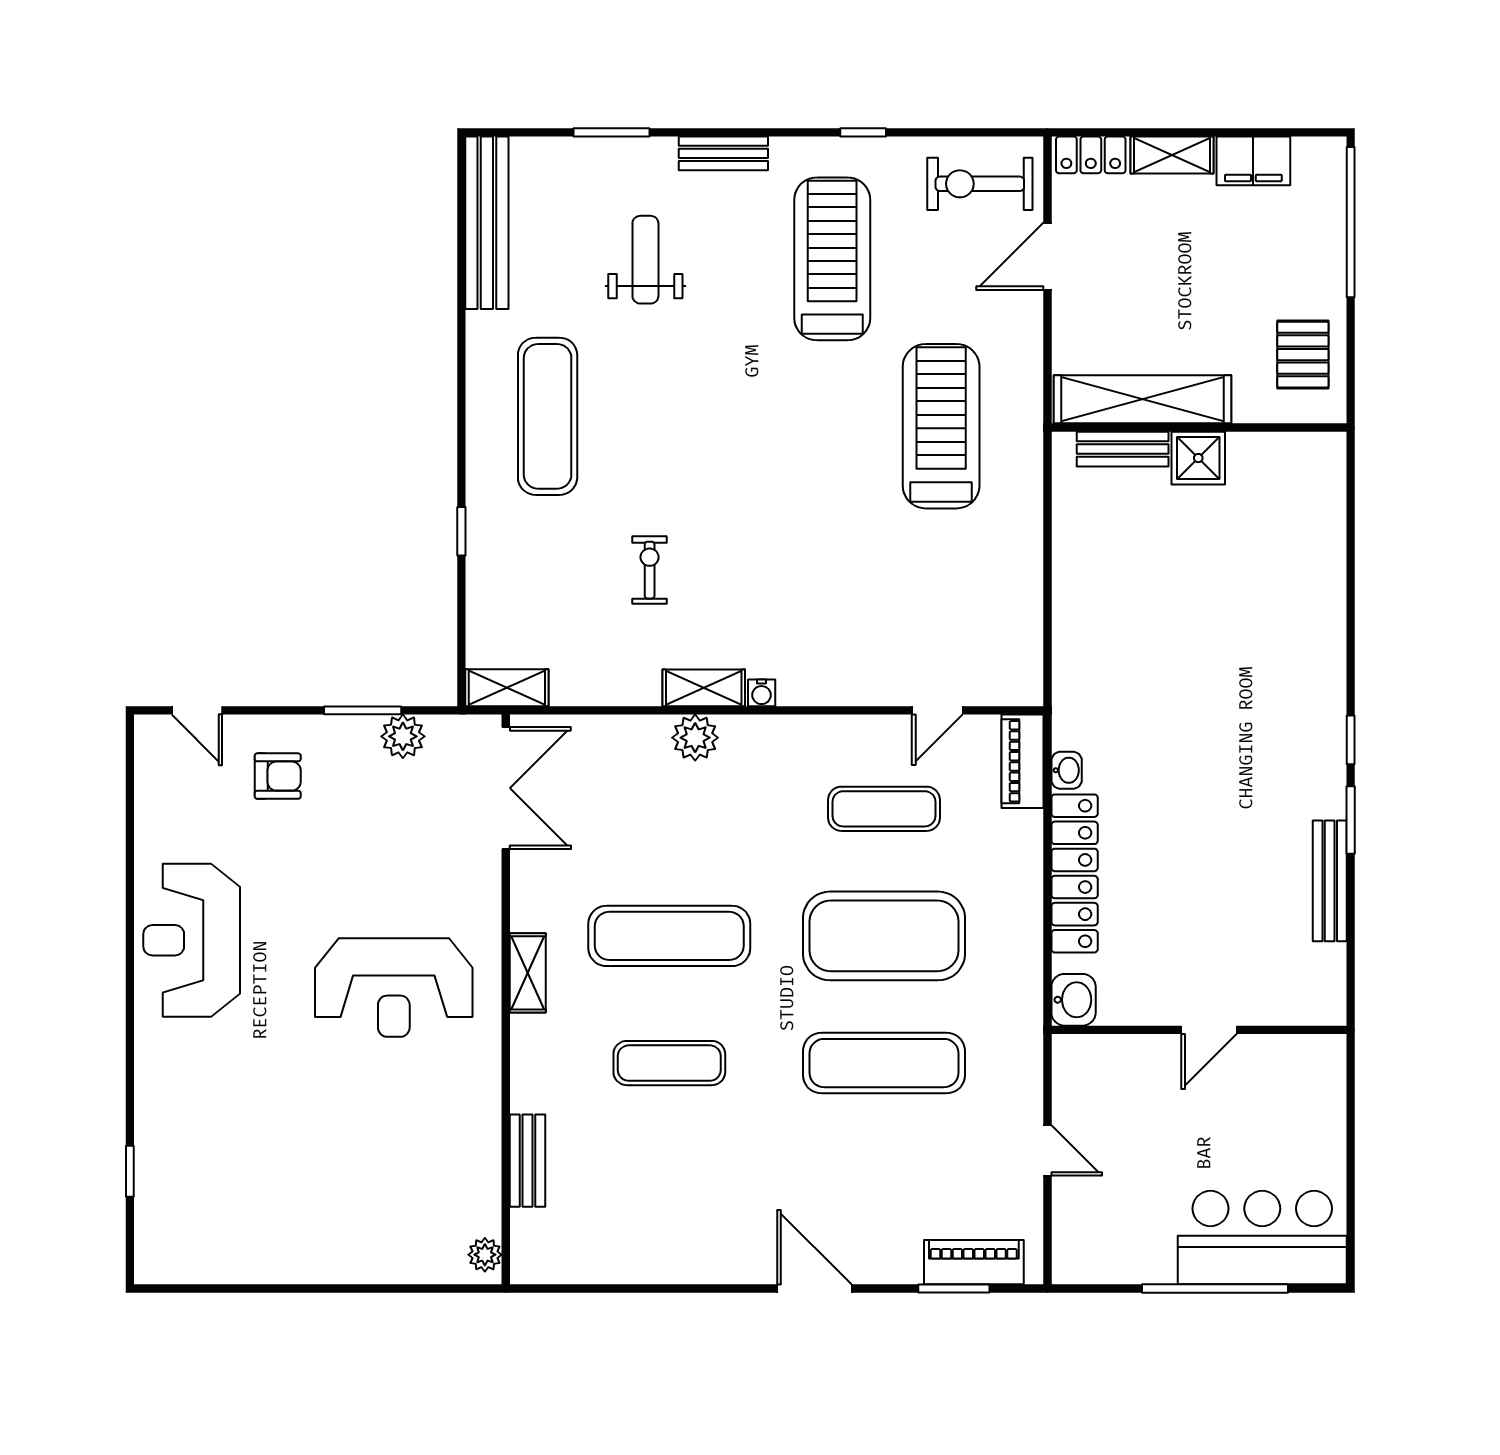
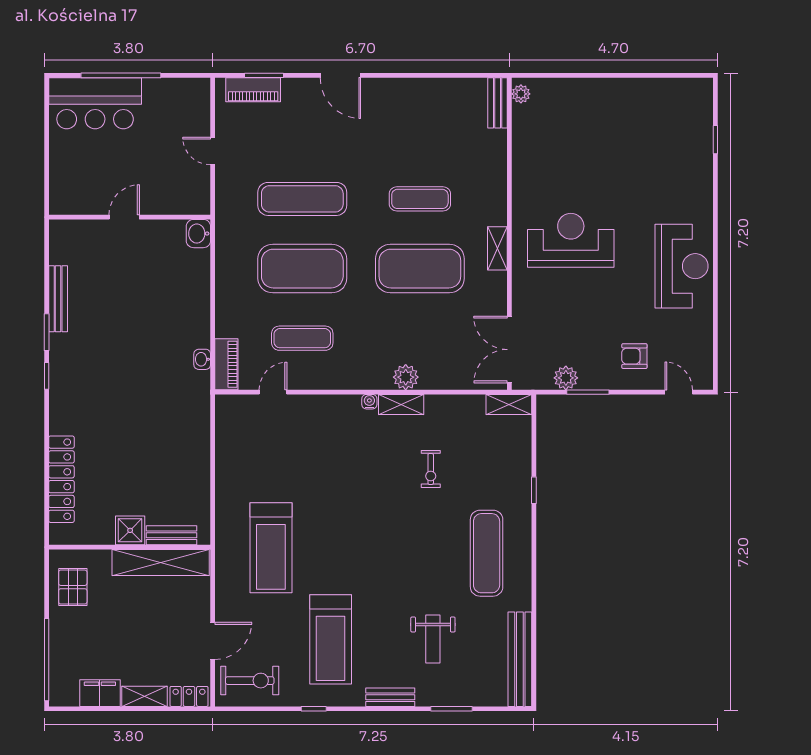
locker: (1075, 873) -> (61, 479), moved, turned 180
exercise mat: (669, 936) -> (420, 269), width x1.47
bench: (527, 1161) -> (498, 103), moved

